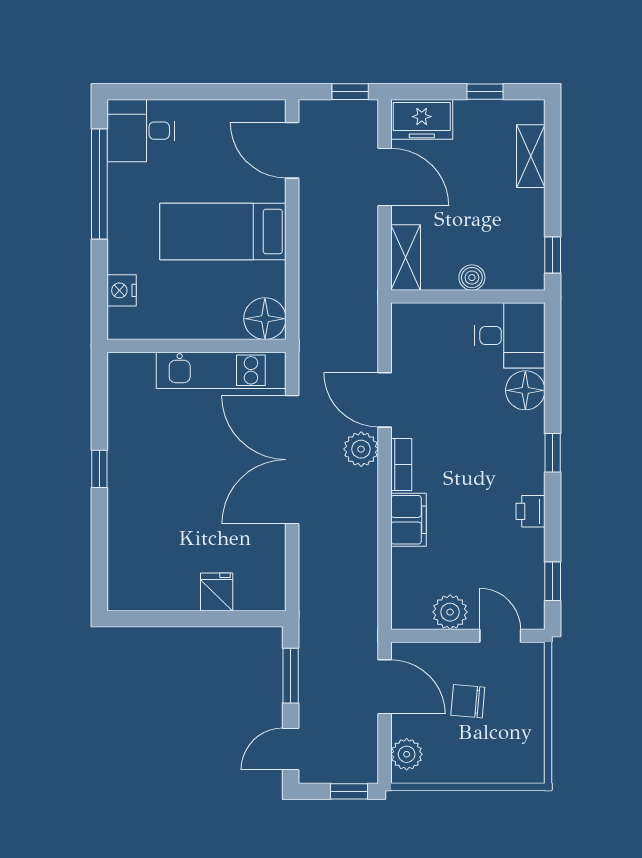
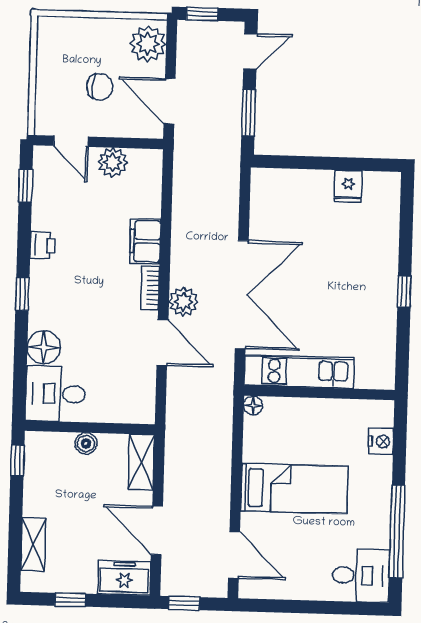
floor lamp: (265, 319) -> (253, 405), width x0.53, depth x0.53
fridge: (217, 592) -> (348, 186), moved
plant: (407, 754) -> (148, 44), width x1.36, depth x1.36

